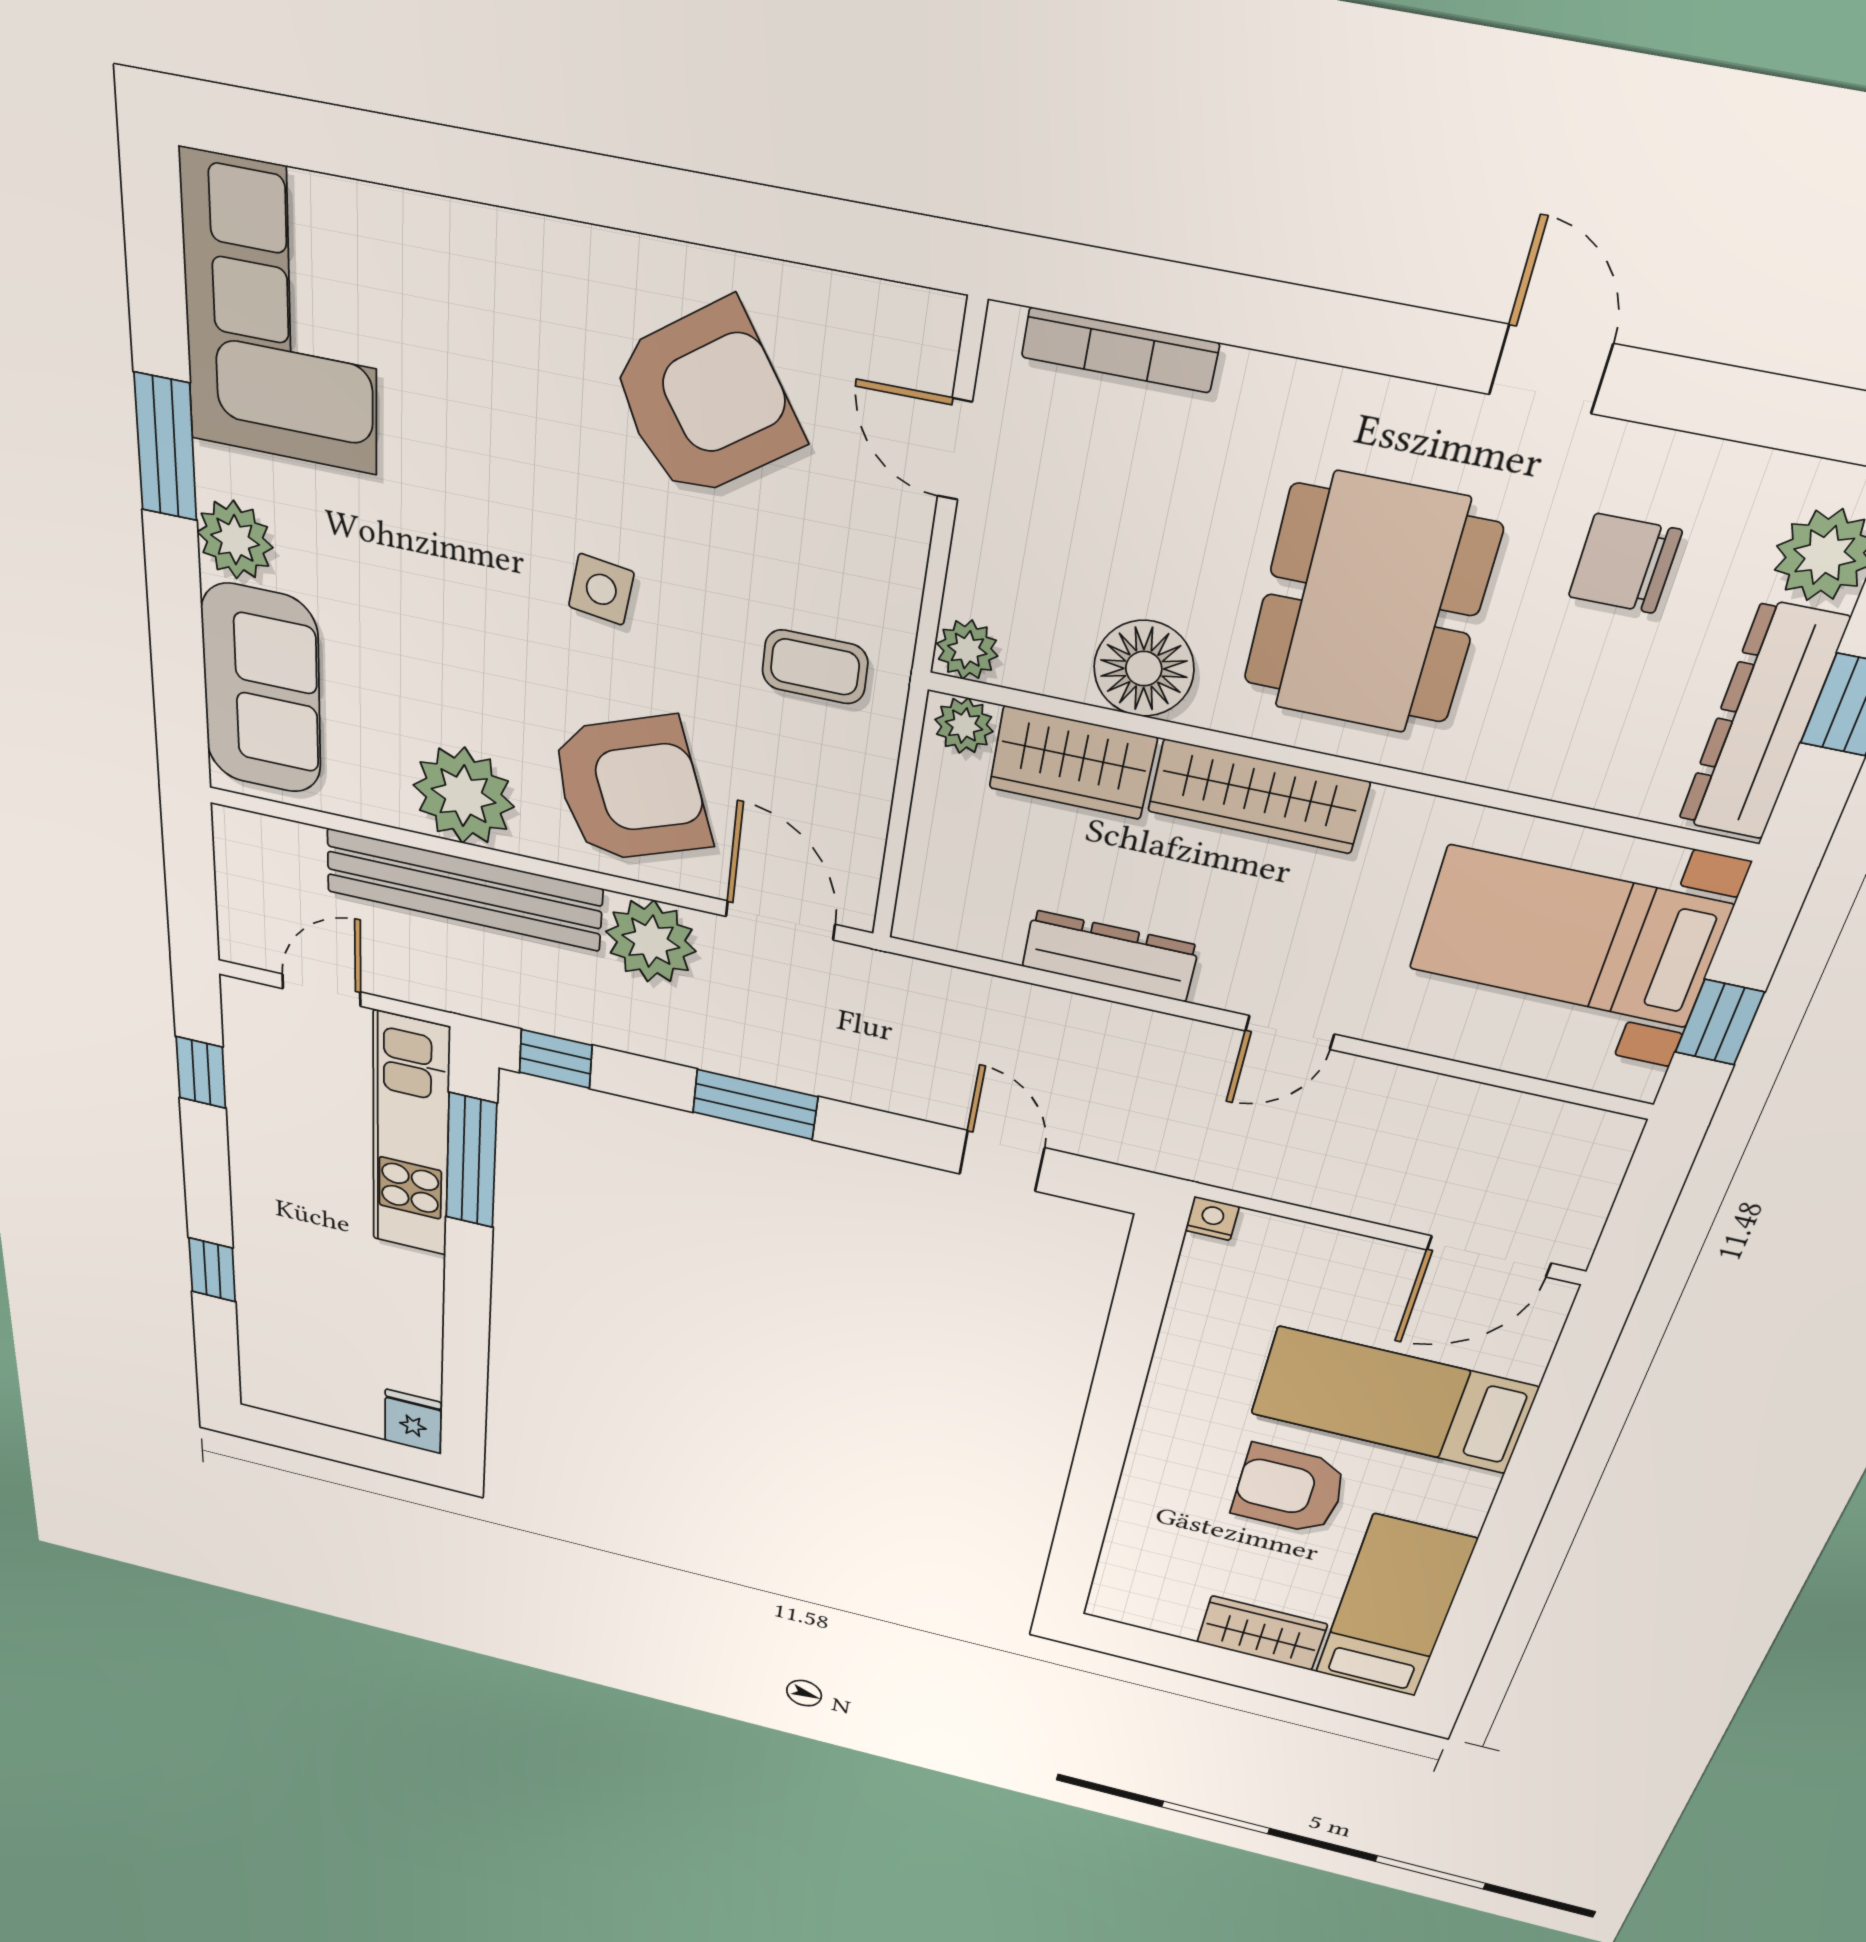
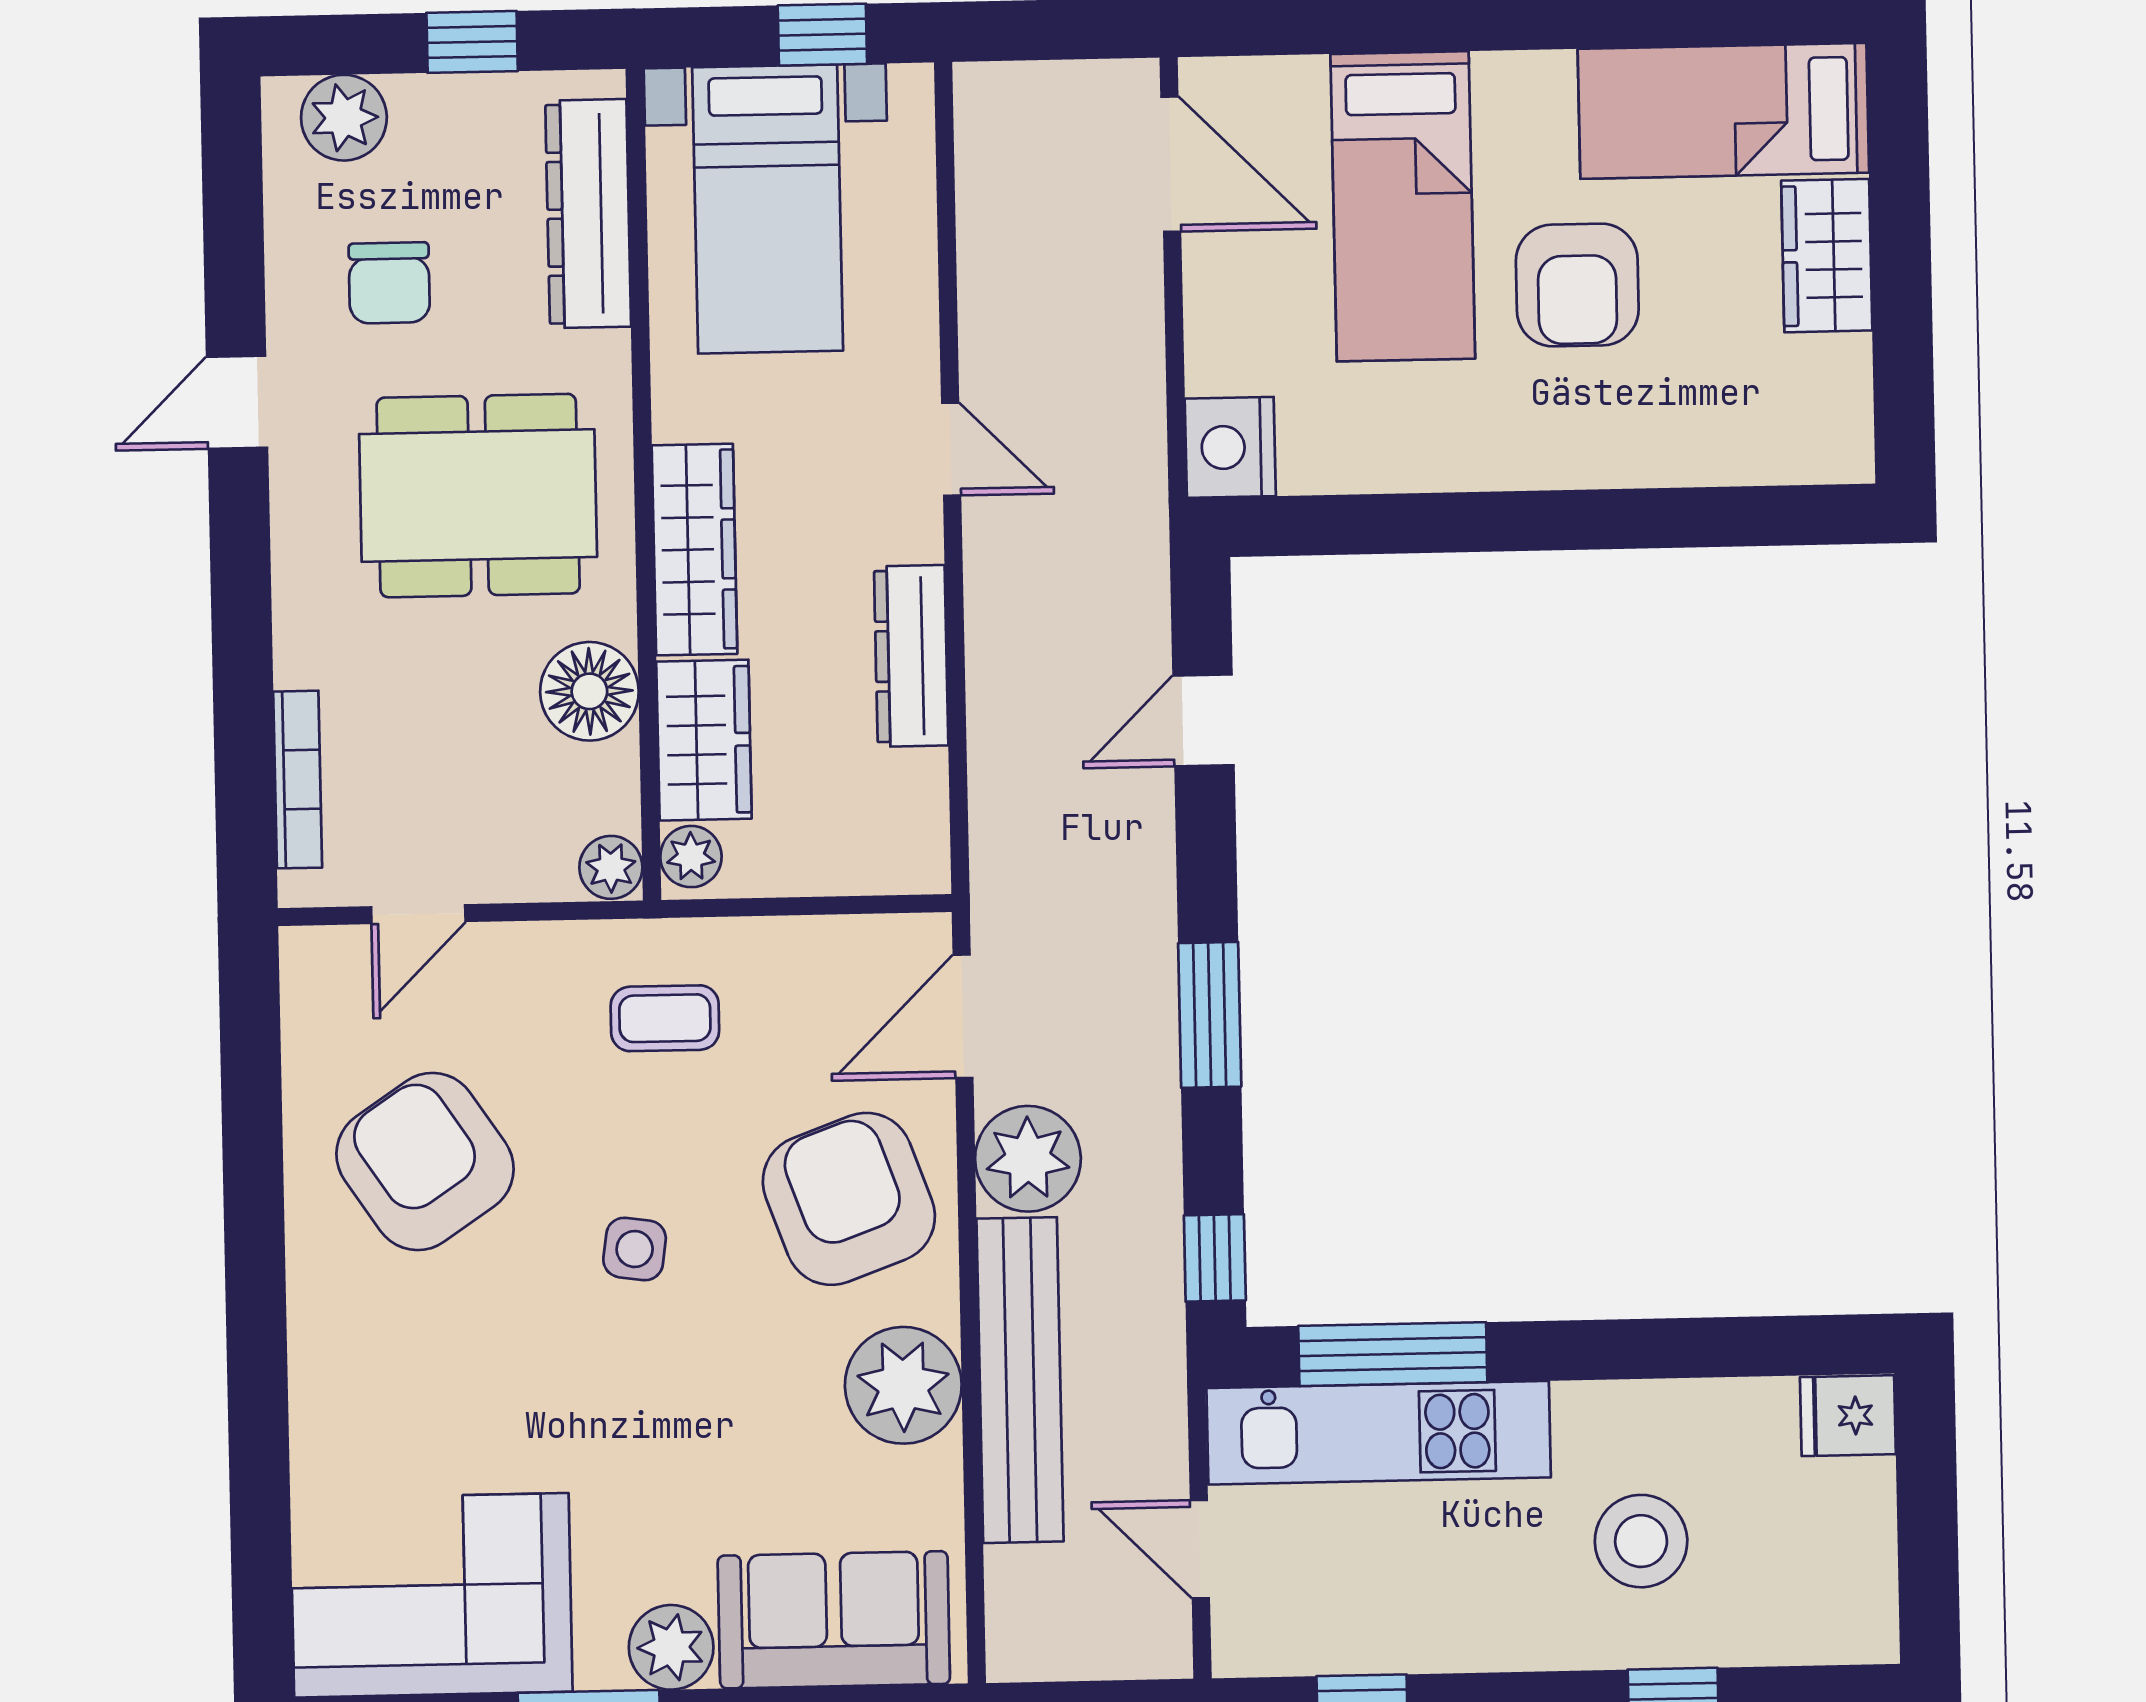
coffee table: (815, 667) -> (665, 1018), turned 90
dresser: (1762, 722) -> (588, 214), moved, turned 90
nightstand: (1212, 1218) -> (1230, 447), width x1.89, depth x1.79
stool: (326, 1280) -> (1641, 1541), added

